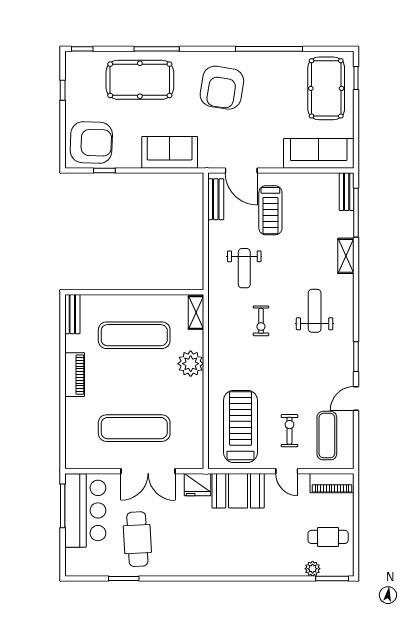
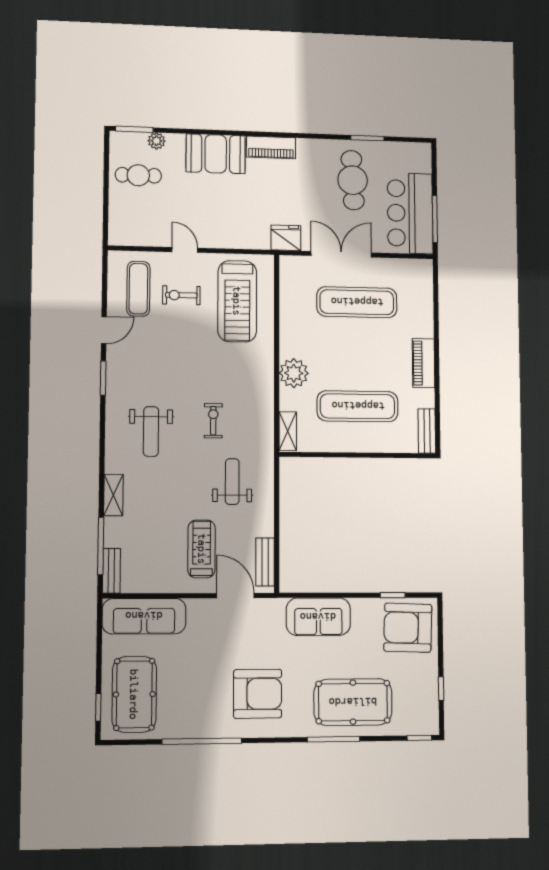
armchair: (222, 88) -> (258, 694), turned 81
exercise bike: (289, 431) -> (181, 295), turned 90
piano: (332, 483) -> (271, 147), moved, turned 180
booth: (238, 491) -> (216, 154), moved

